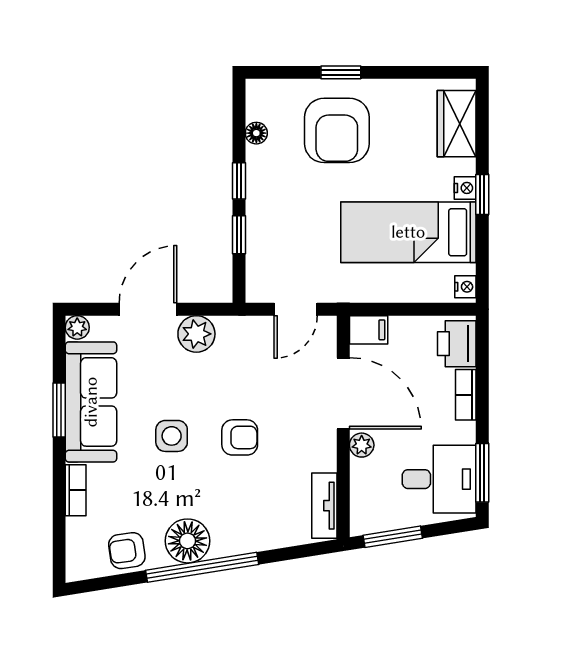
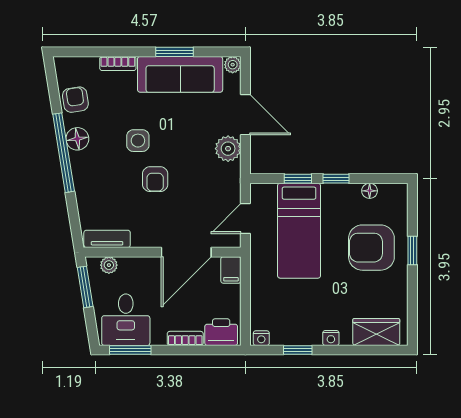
window: (482, 195) -> (298, 350), moved
bed: (408, 232) -> (299, 231), moved, turned 180
door: (296, 309) -> (245, 219), hinge flipped
side table: (172, 436) -> (138, 141), moved
plant: (362, 445) -> (109, 265), moved
floor lamp: (188, 541) -> (77, 139), width x0.73, depth x0.73

